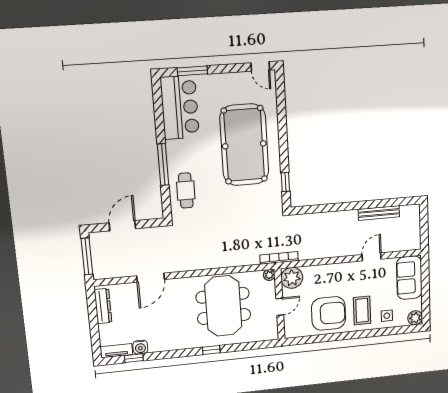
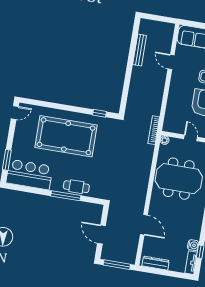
cafe table: (186, 190) -> (76, 187), moved
plant: (292, 278) -> (171, 124), removed

